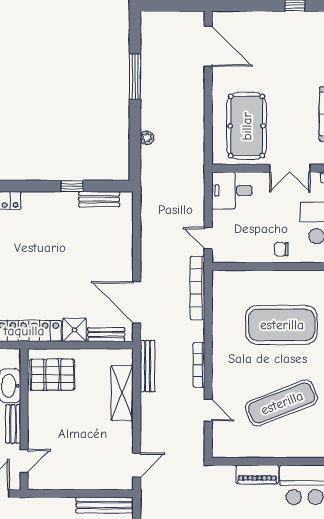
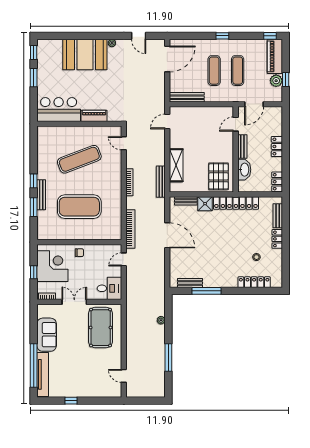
door: (208, 46) -> (124, 376), width x0.53
window: (72, 186) -> (206, 291), width x2.17
door: (208, 238) -> (124, 259), swing flipped
door: (137, 302) -> (167, 235), moved
pallet: (52, 375) -> (219, 176), turned 90
door: (208, 410) -> (124, 143), moved

